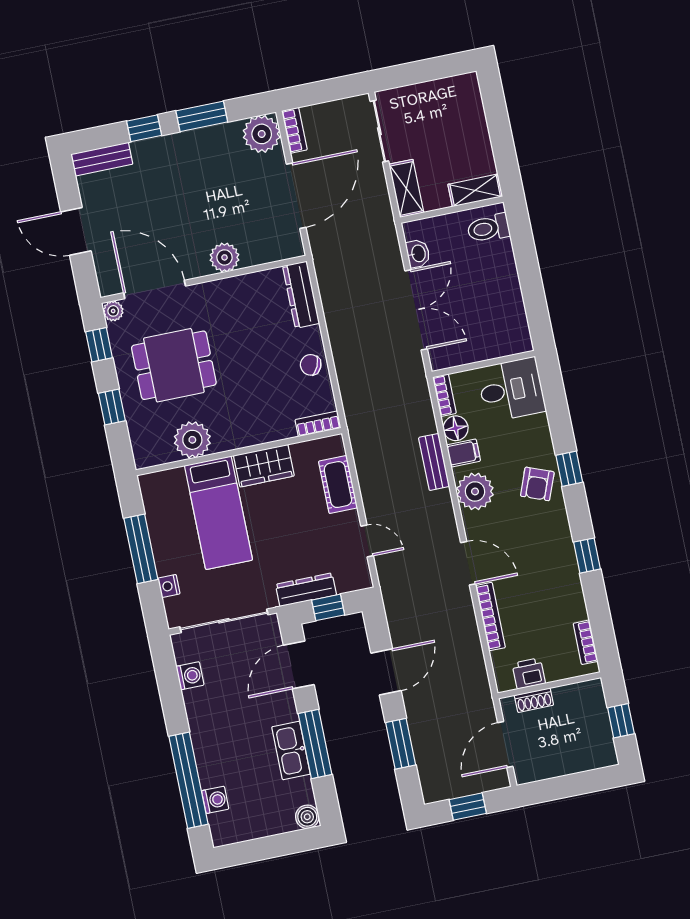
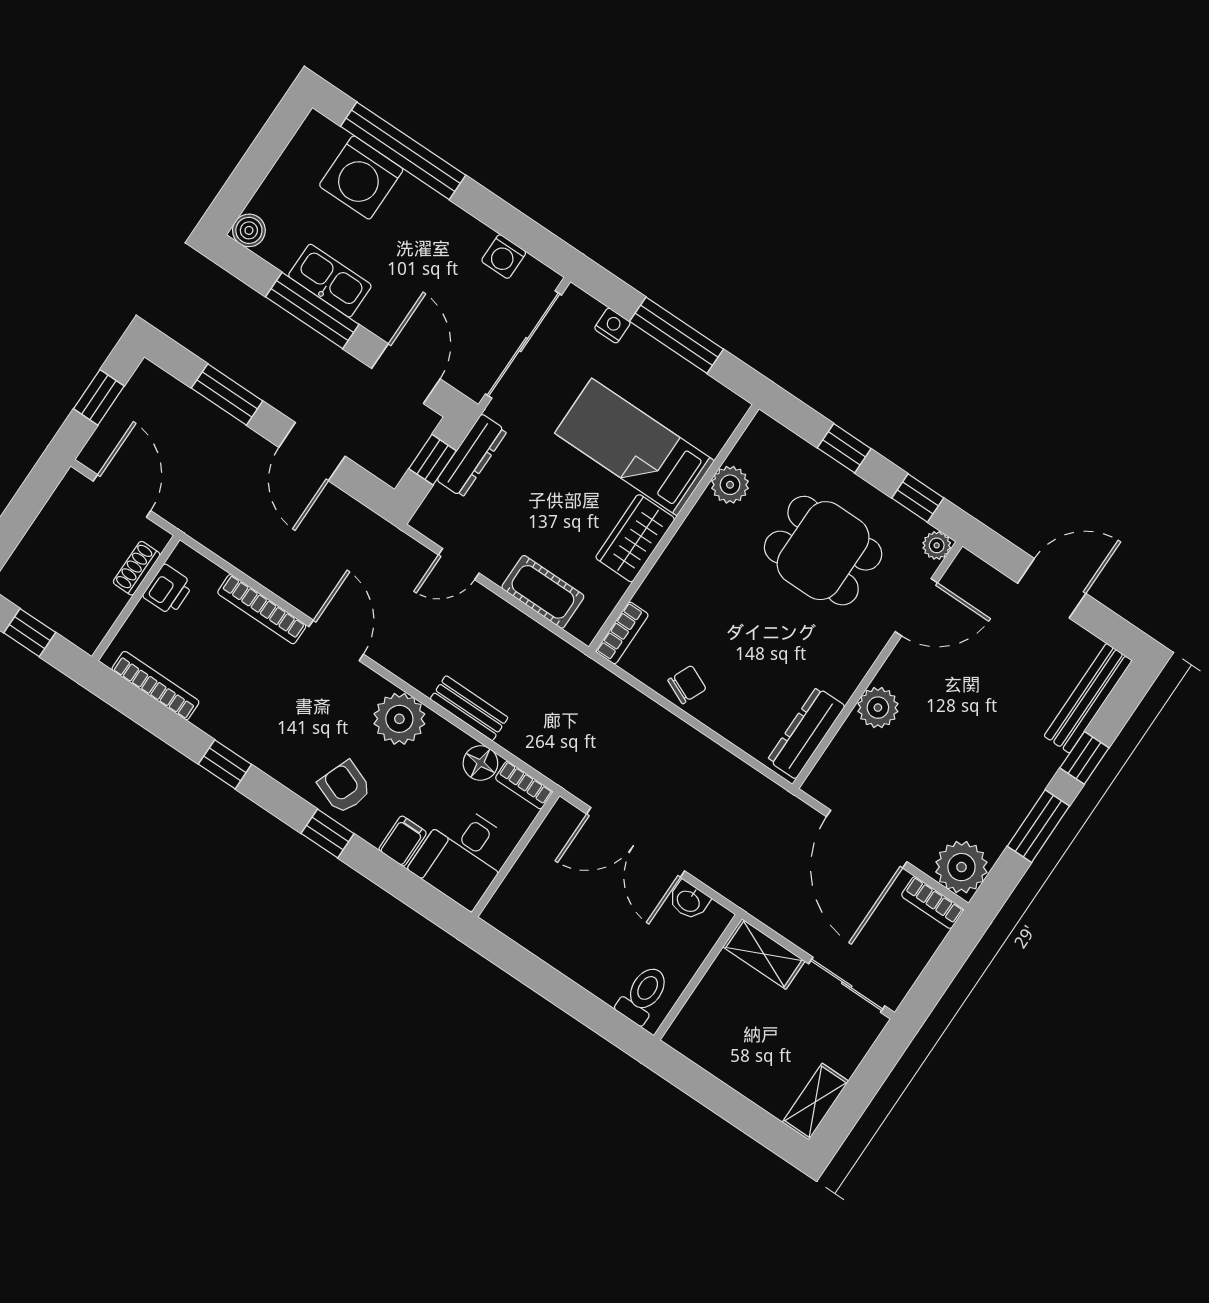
bench: (102, 159) -> (1088, 698), width x1.36
shelving: (475, 190) -> (815, 1102), moved
door: (155, 289) -> (916, 607), width x0.73
dresser: (301, 295) -> (806, 733), moved, turned -90
dining table: (174, 365) -> (823, 551), turned 90
plant: (192, 440) -> (730, 485), width x0.73, depth x0.73
filing cabinet: (464, 453) -> (403, 841), moved, turned 180
door: (468, 563) -> (336, 640), swing flipped
bookcase: (586, 642) -> (155, 686), width x1.56
washing machine: (215, 800) -> (361, 177), width x1.89, depth x1.89

